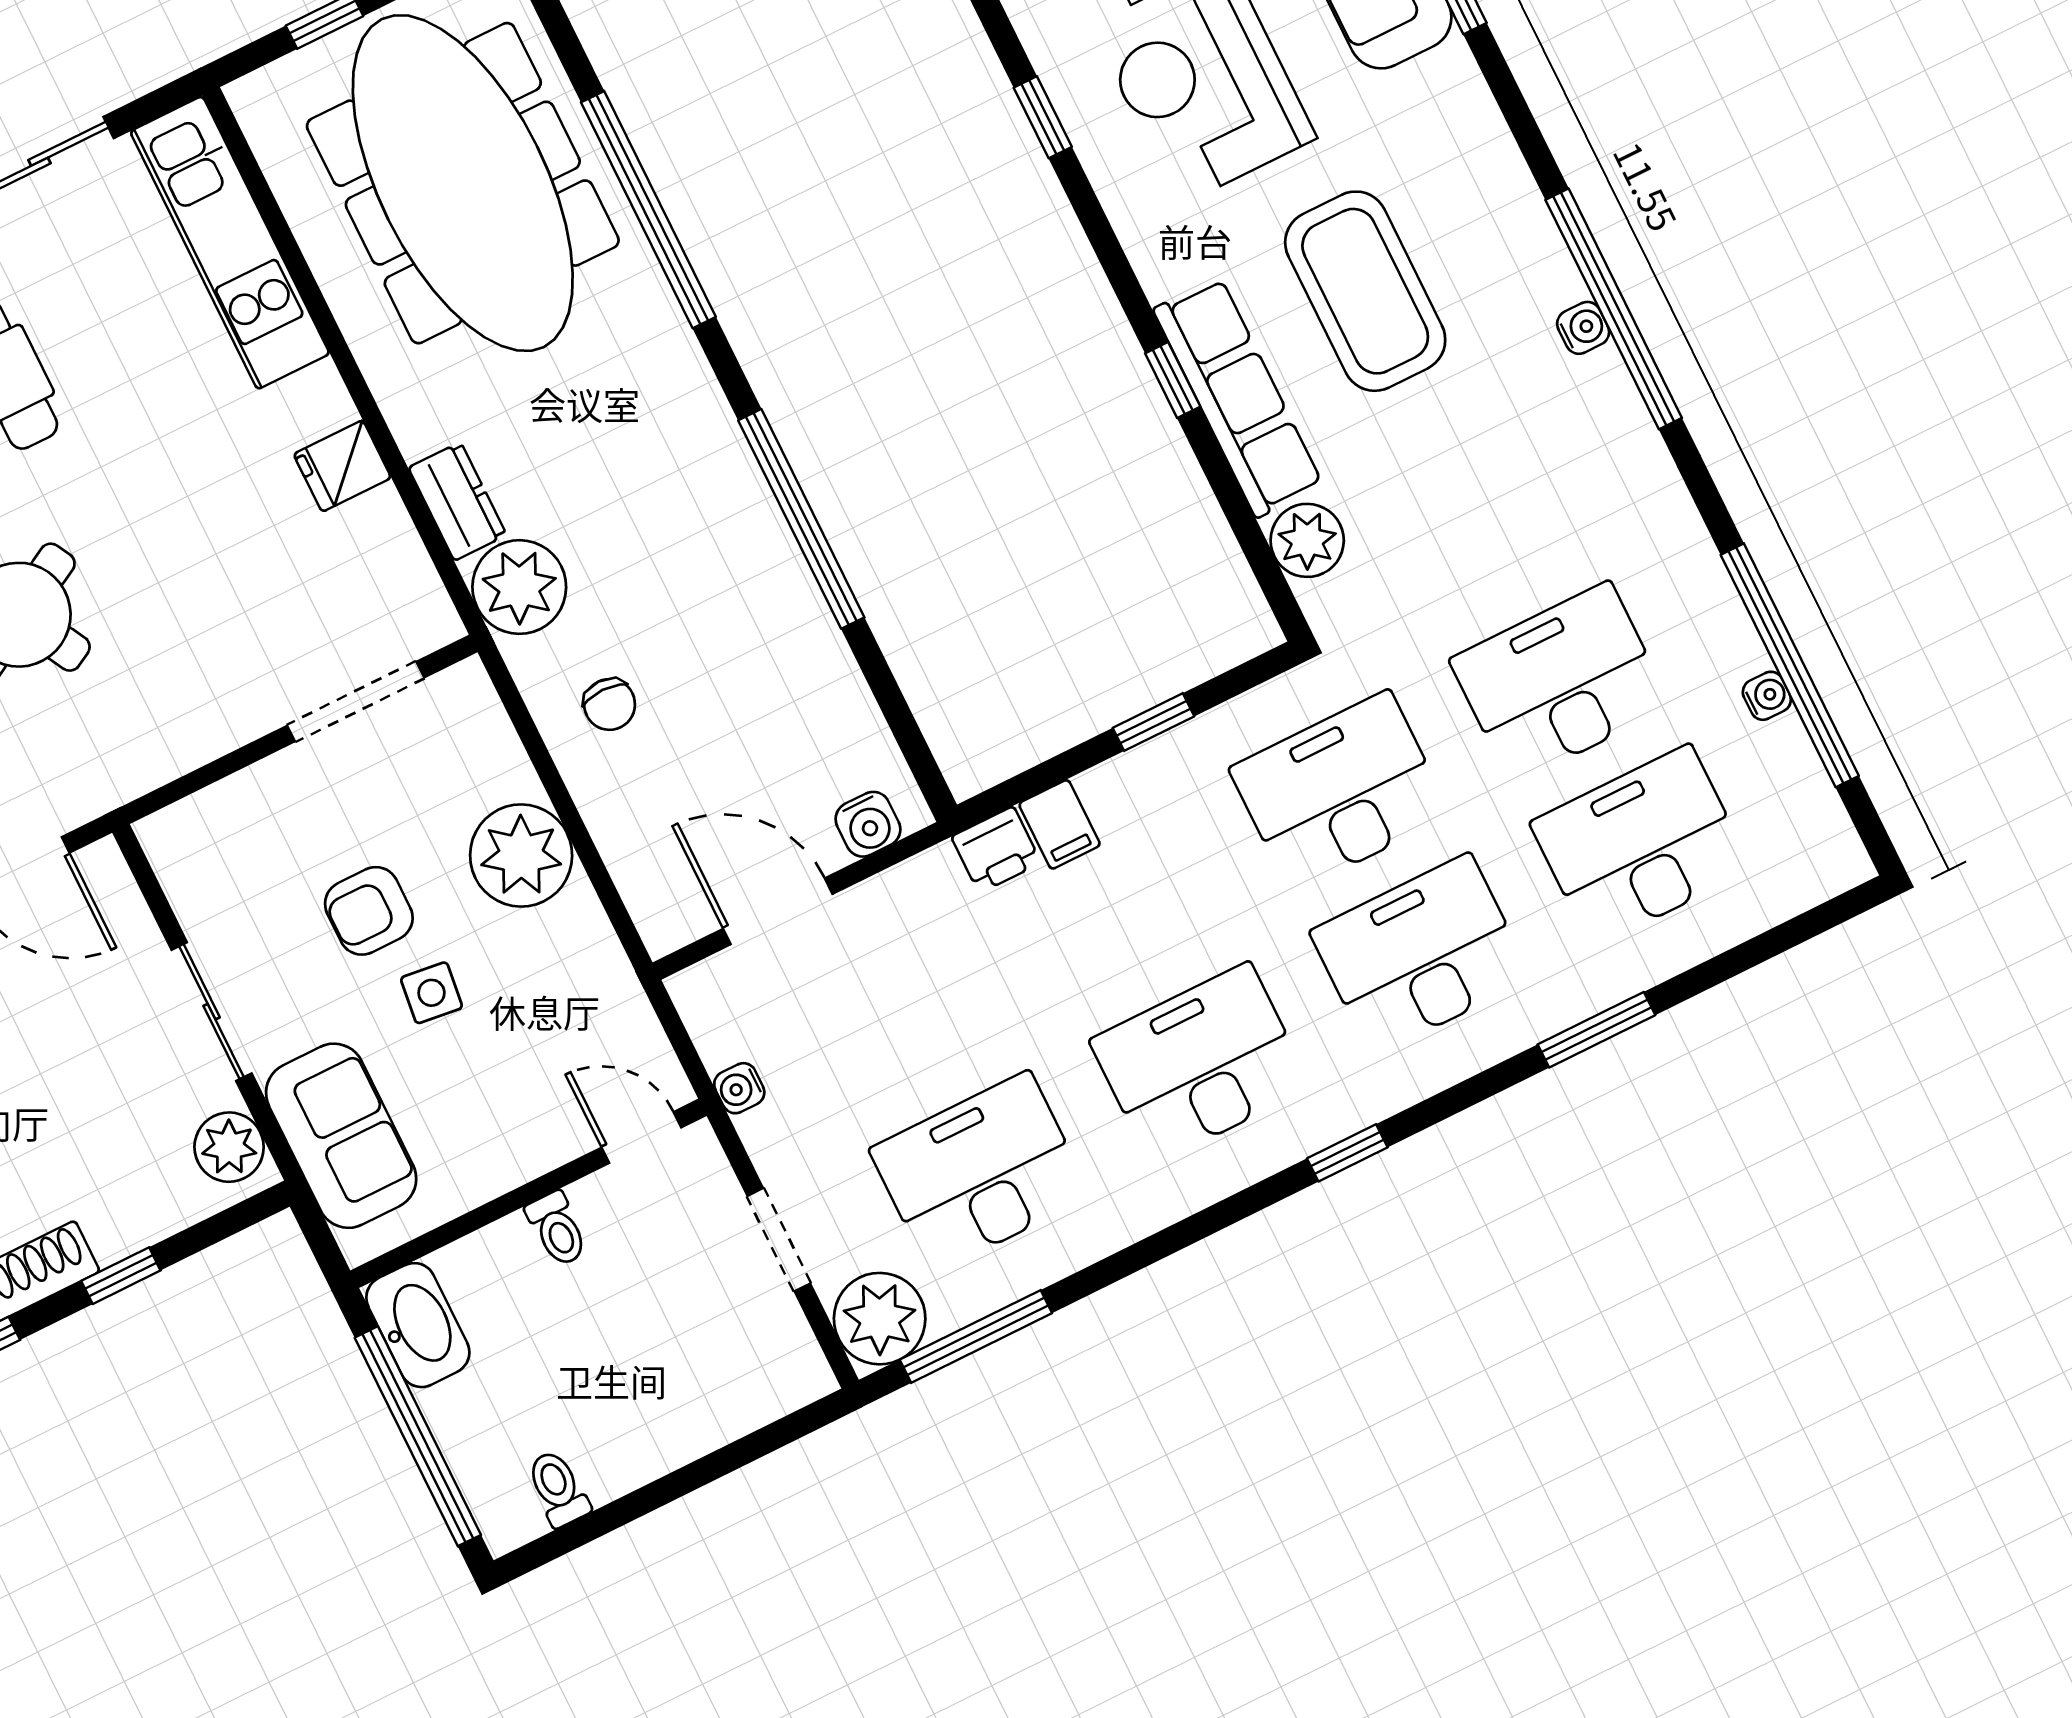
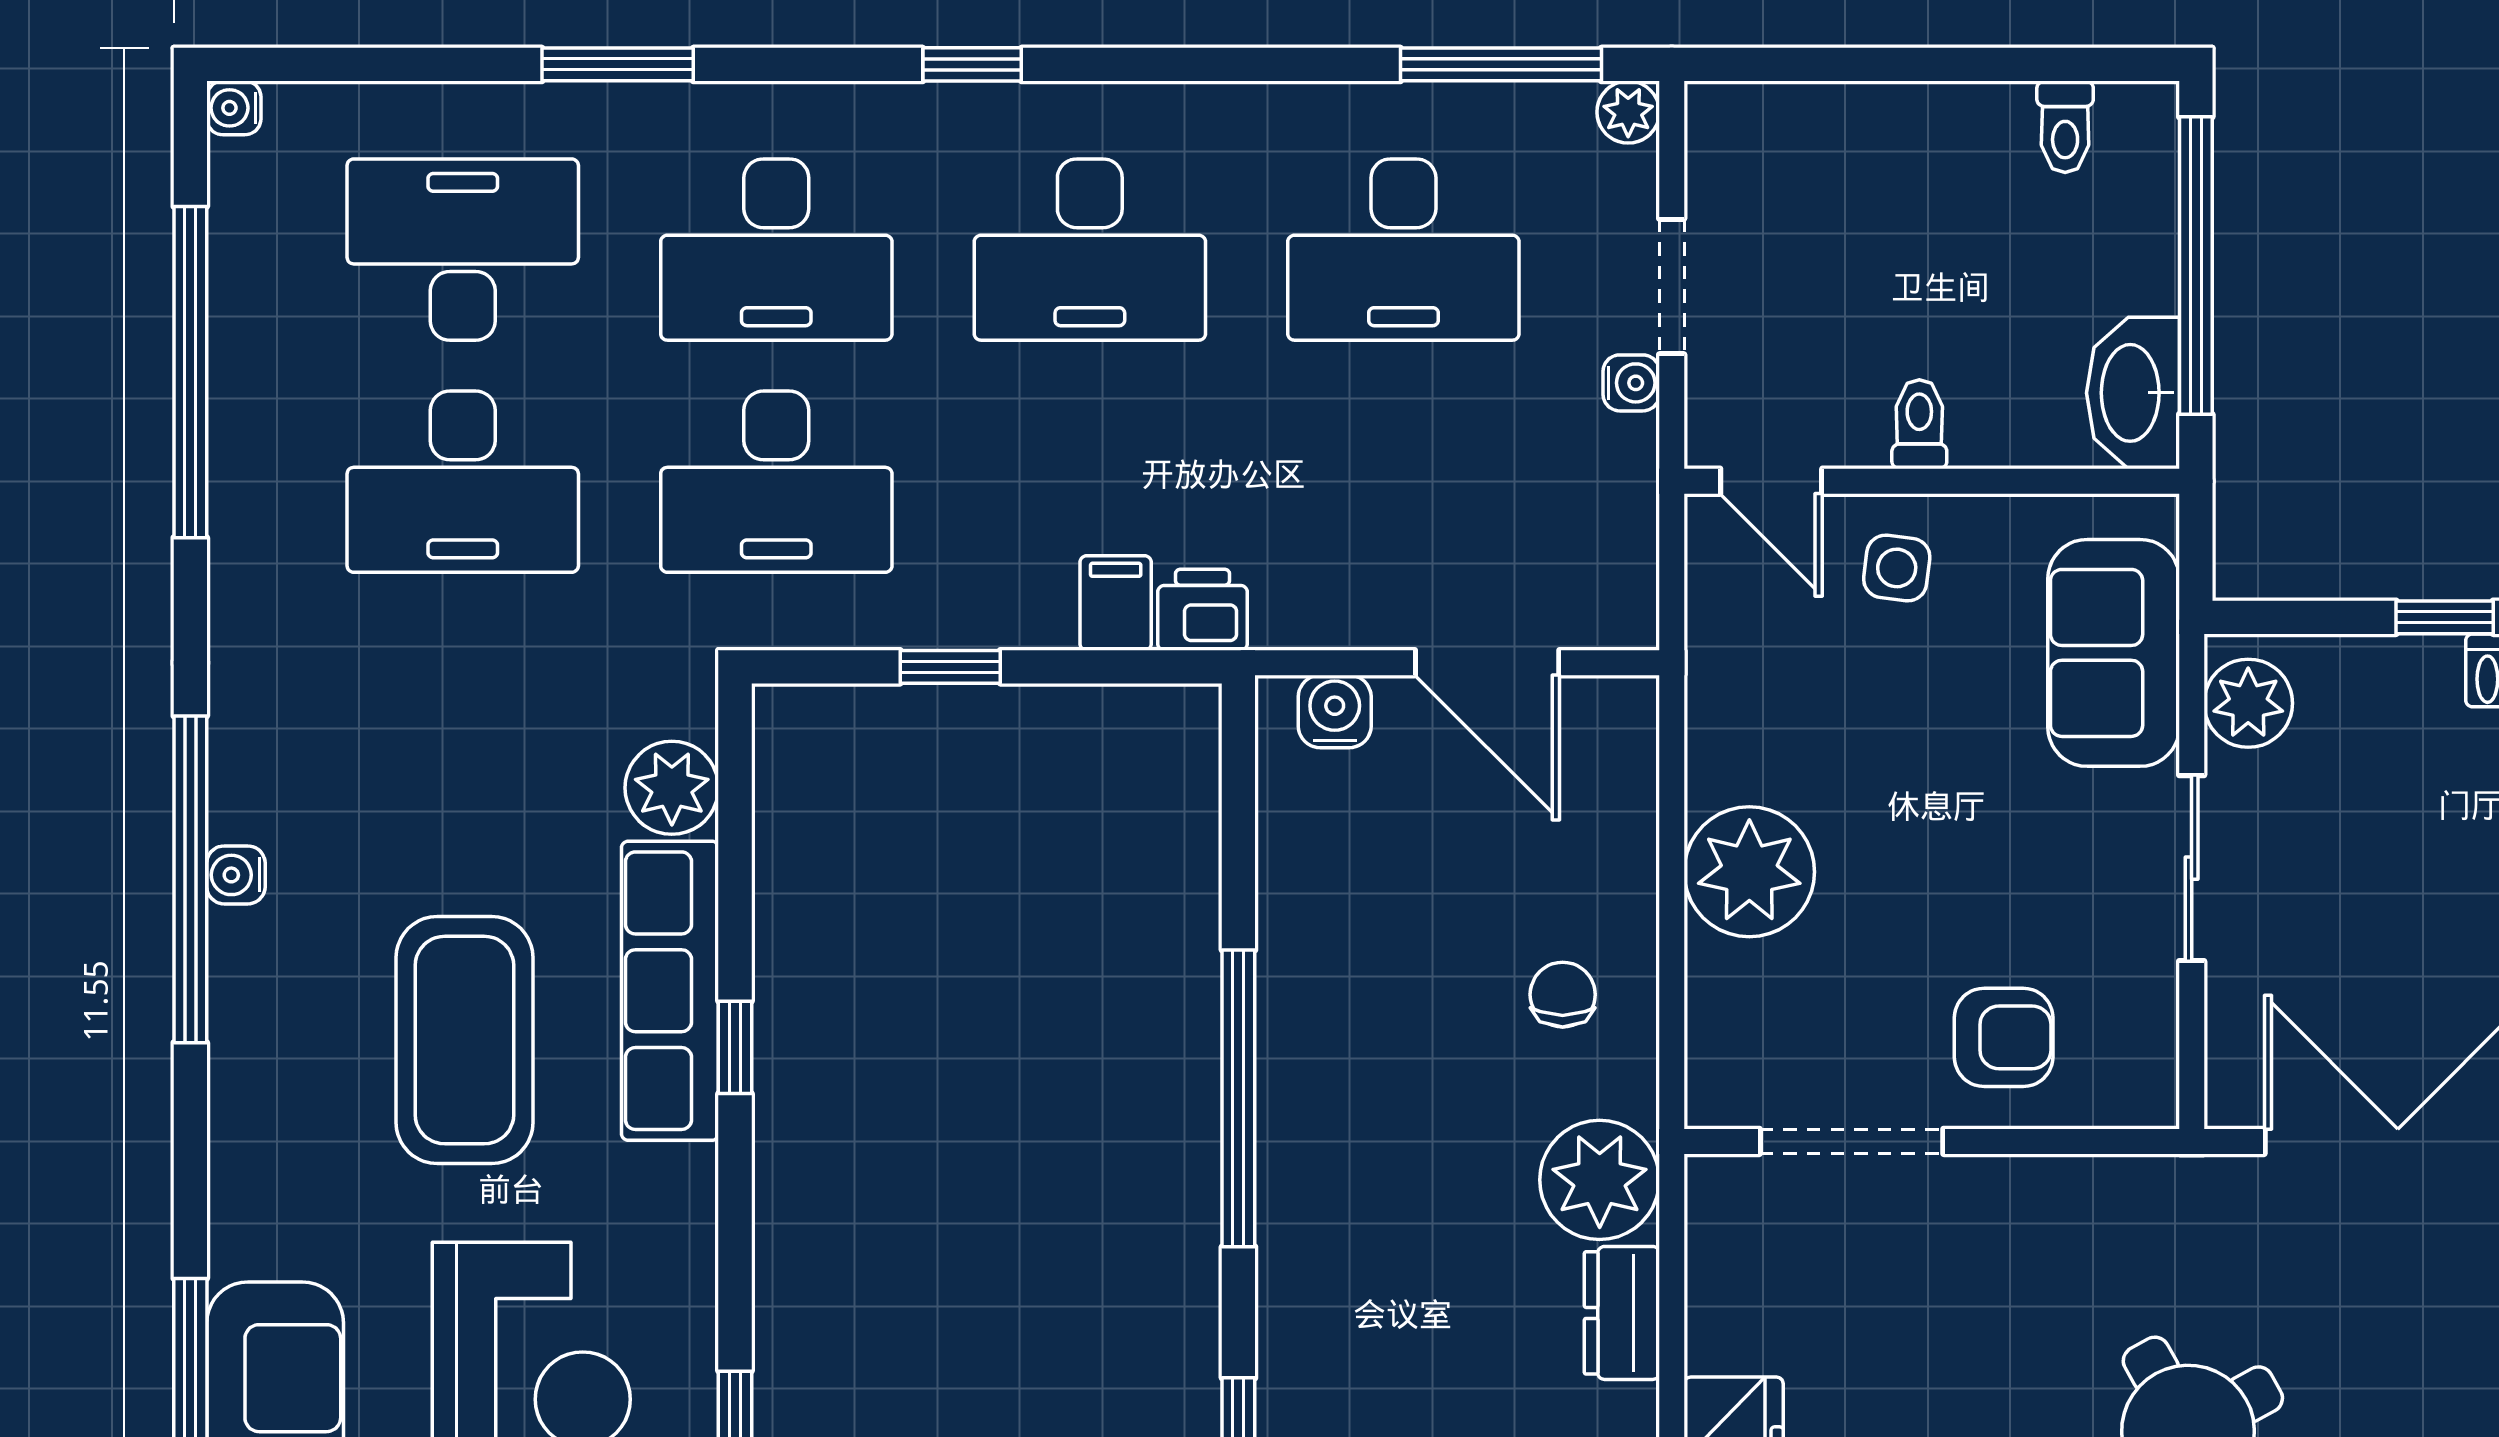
water cooler: (1767, 696) -> (234, 108), moved
desk: (1641, 846) -> (463, 250), turned 180
armchair: (369, 911) -> (2004, 1037), moved
side table: (431, 993) -> (1897, 568), moved
water cooler: (739, 1088) -> (1631, 383), moved
plant: (880, 1319) -> (1628, 112), width x0.53, depth x0.53

